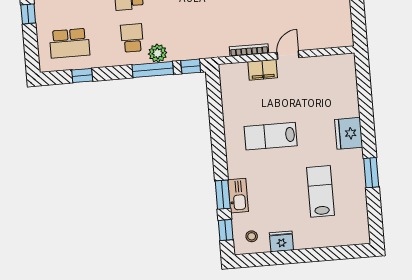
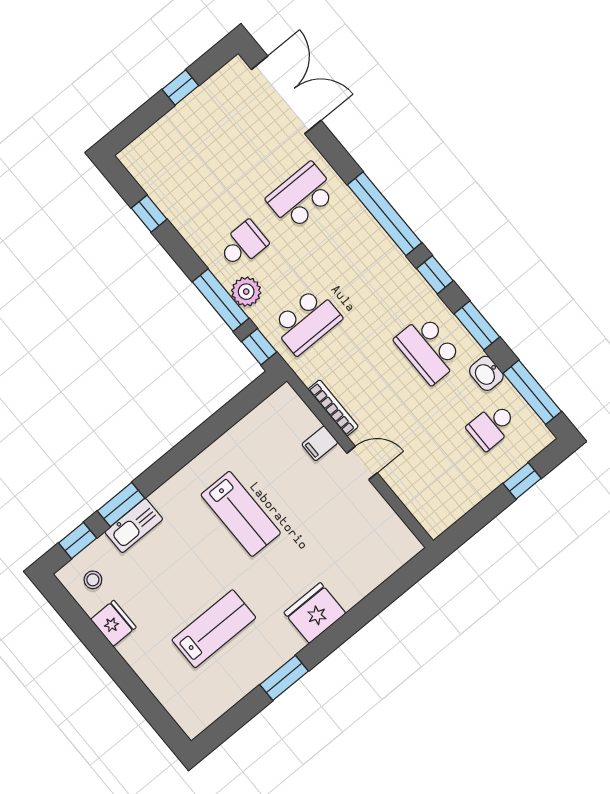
school desk: (70, 43) -> (307, 321), moved, turned -90
filing cabinet: (263, 70) -> (320, 443), width x0.50
lab bench: (271, 136) -> (241, 514), turned 180

